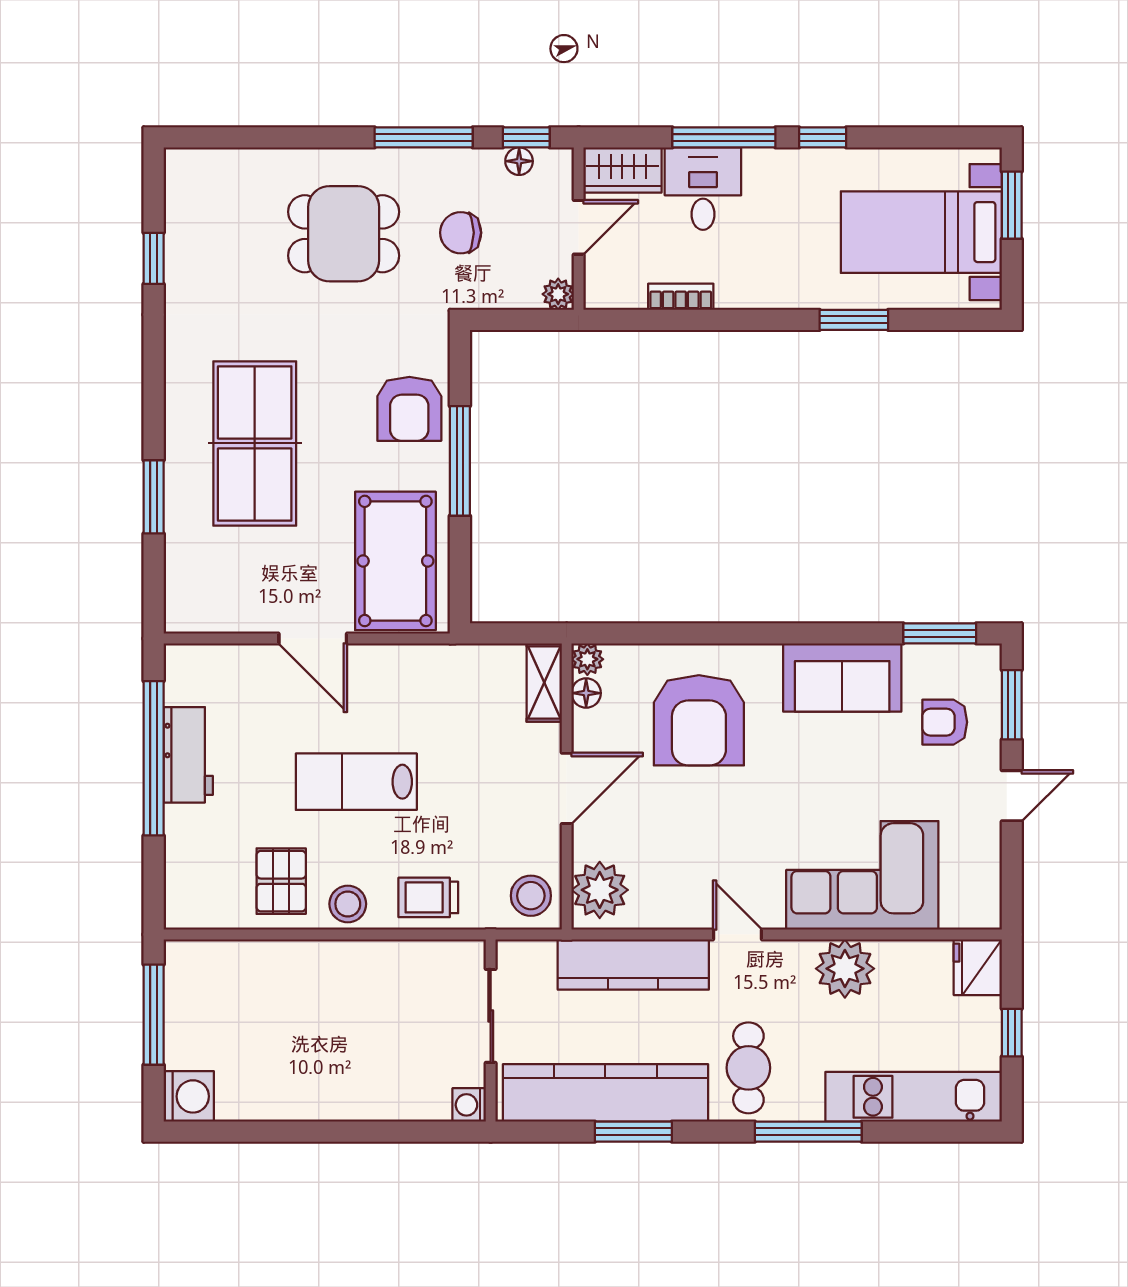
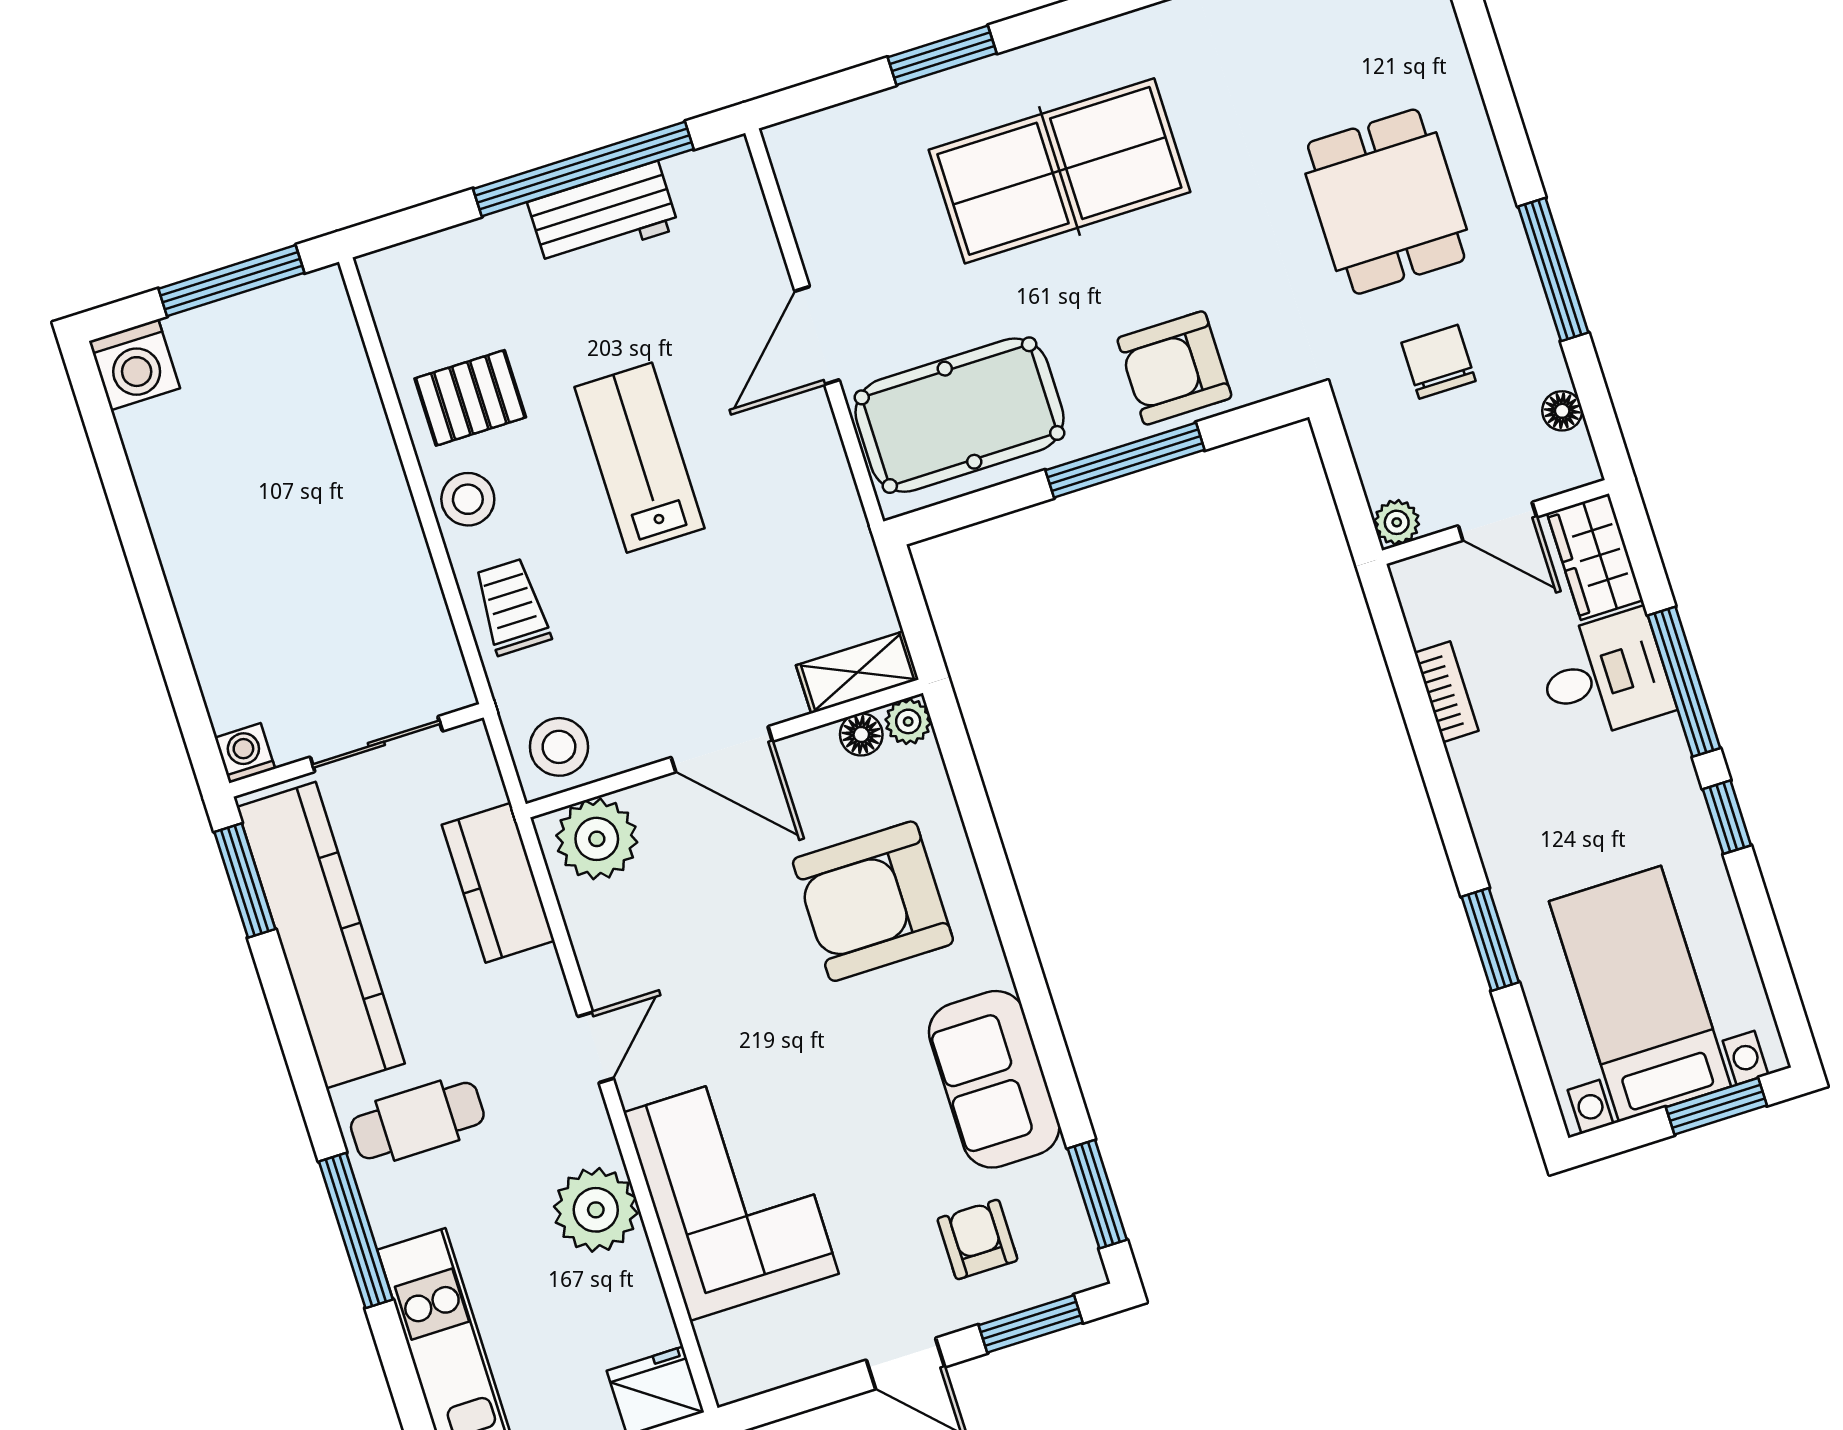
window: (526, 137) -> (1598, 410), removed
kitchen counter: (633, 964) -> (498, 883), width x0.67
window: (633, 1132) -> (245, 881), moved

